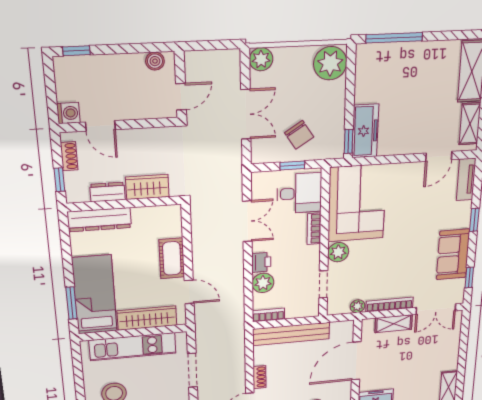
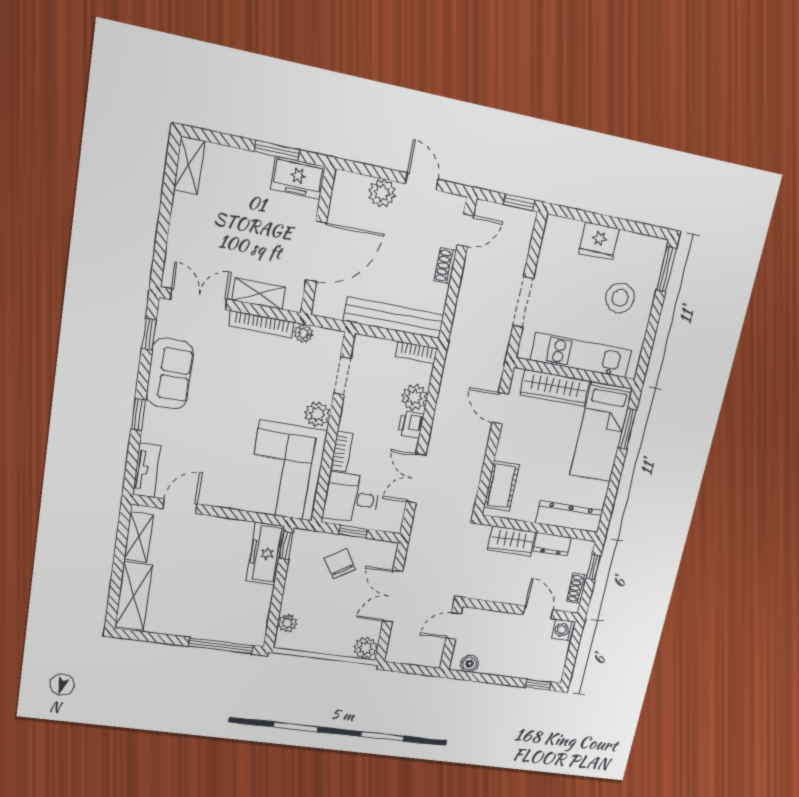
plant: (330, 63) -> (287, 623), width x0.53, depth x0.53
cot: (172, 258) -> (501, 486), moved

